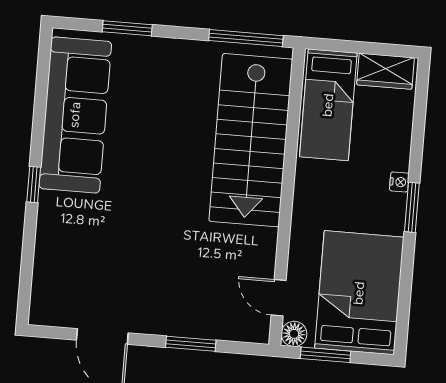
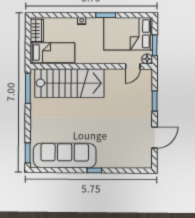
window: (127, 28) -> (28, 153), moved
window: (412, 207) -> (106, 15), moved

